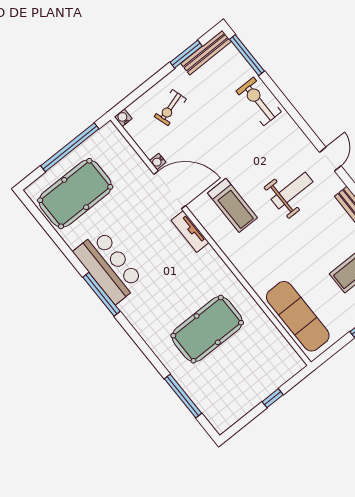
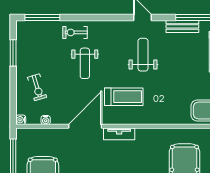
bench: (206, 53) -> (22, 40), removed
exercise bike: (259, 101) -> (75, 32), width x0.73, depth x0.72
weight bench: (235, 137) -> (85, 63), added
water cooler: (158, 162) -> (46, 120), moved

